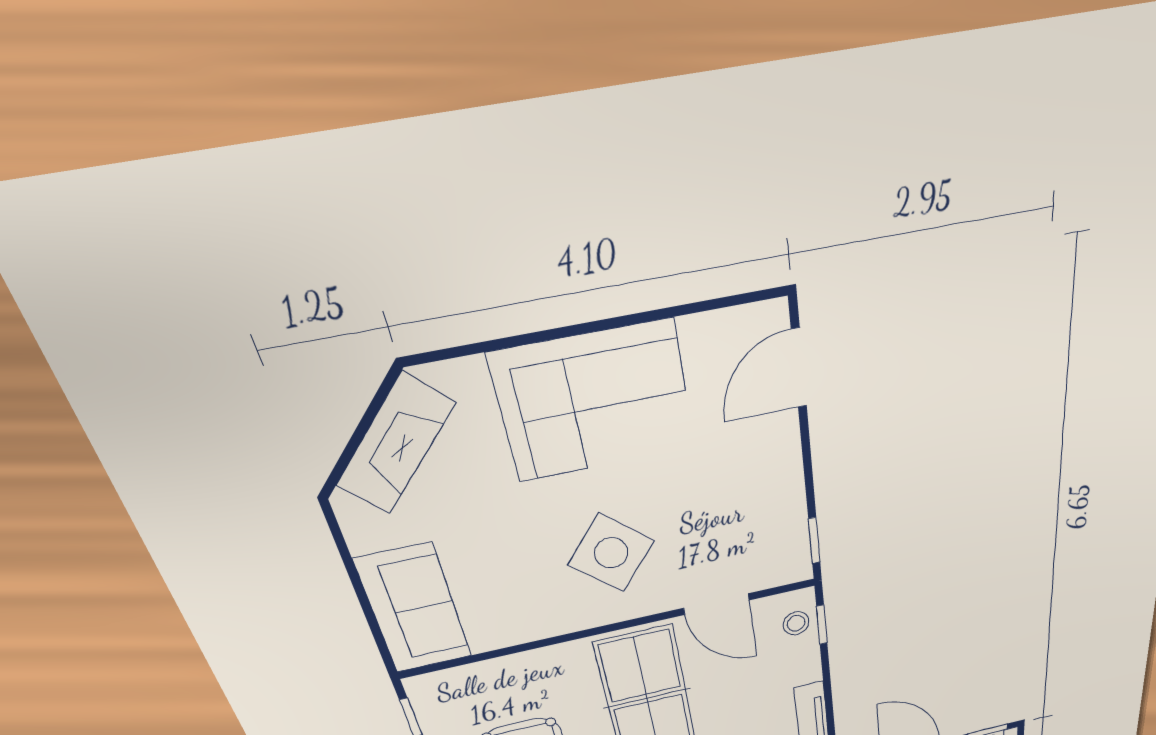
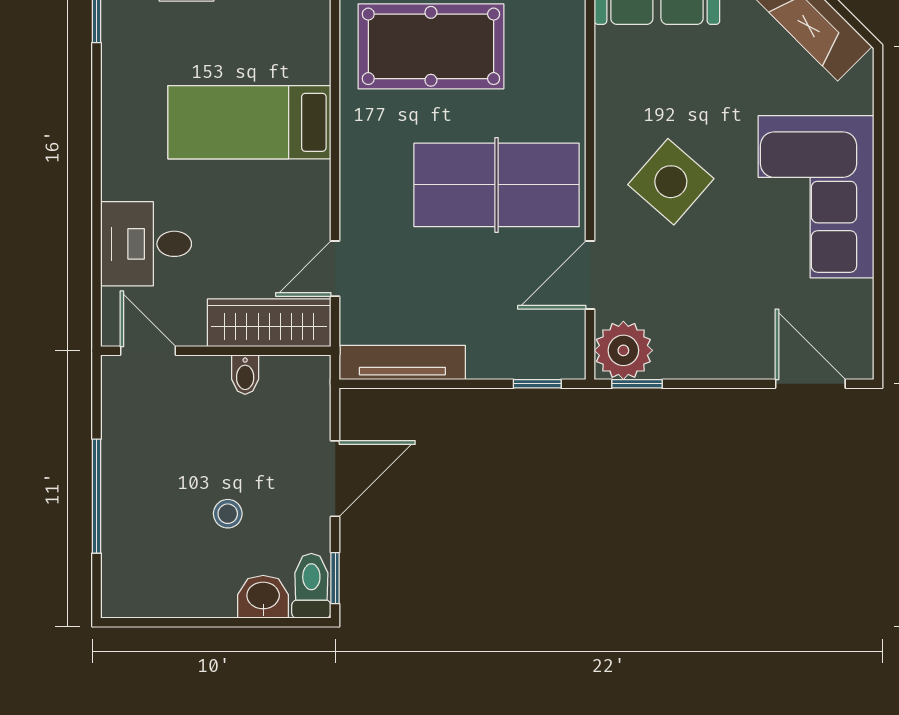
plant: (784, 560) -> (623, 350), added
stool: (796, 623) -> (546, 356), removed

